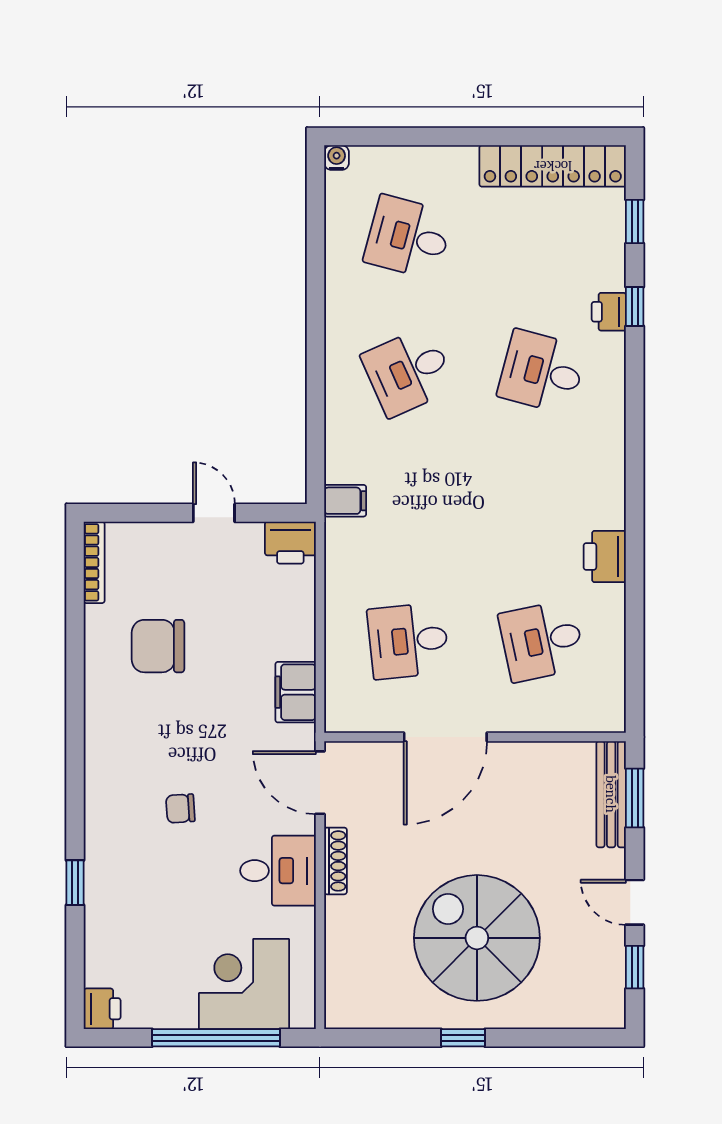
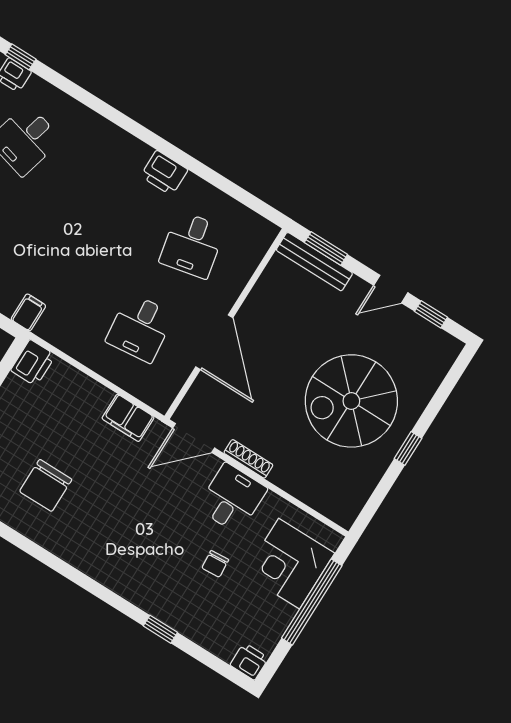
chair: (180, 808) -> (215, 564), moved

